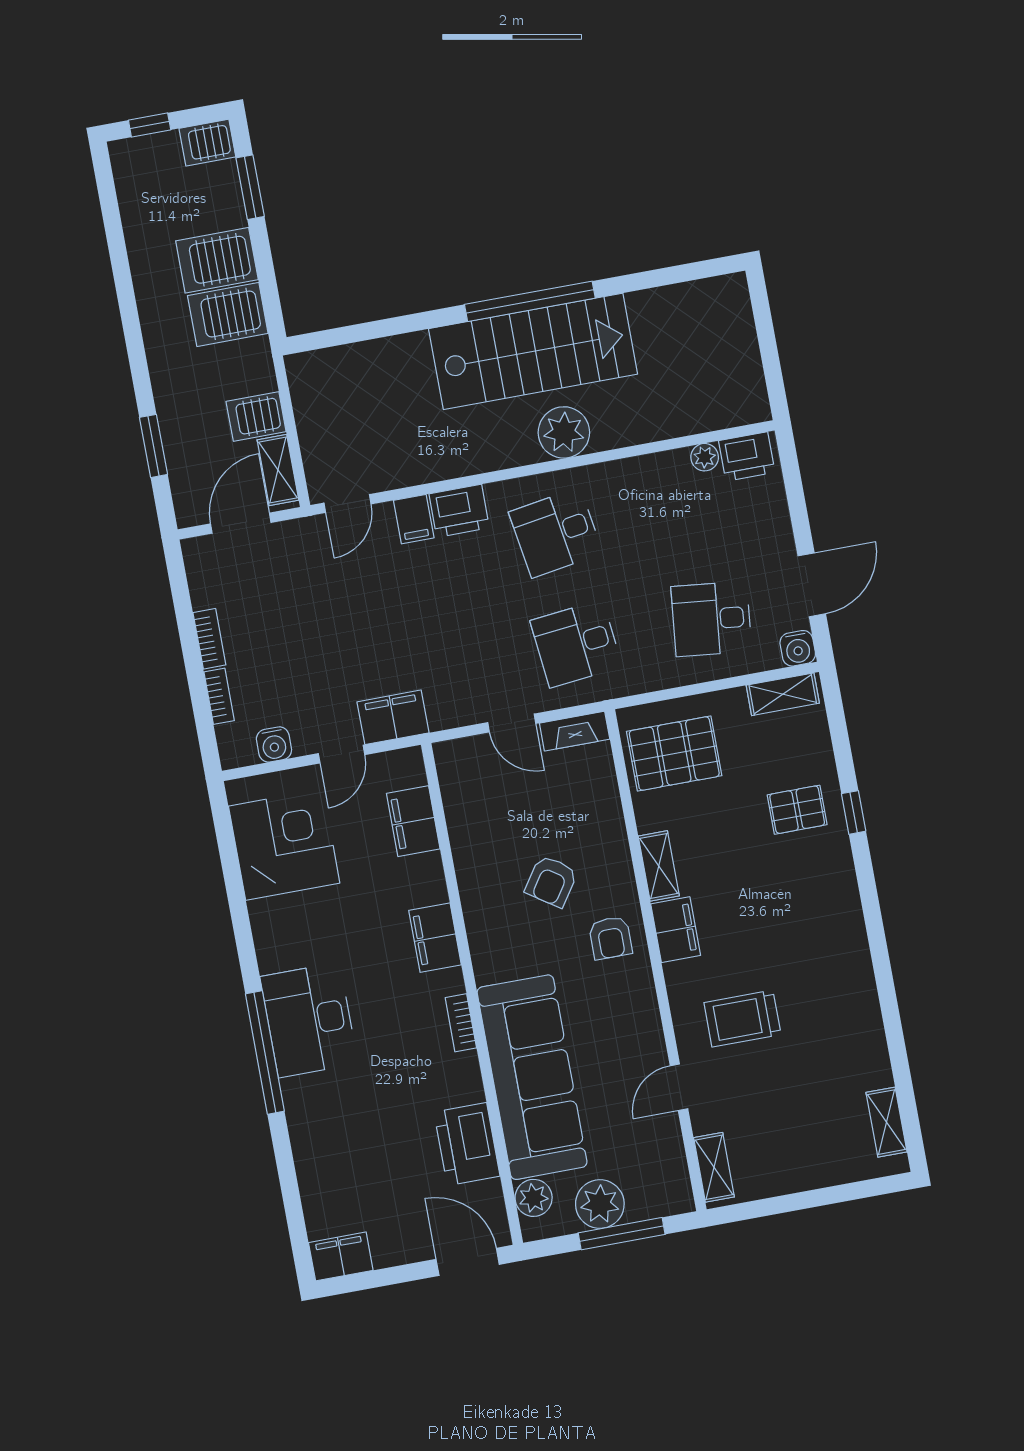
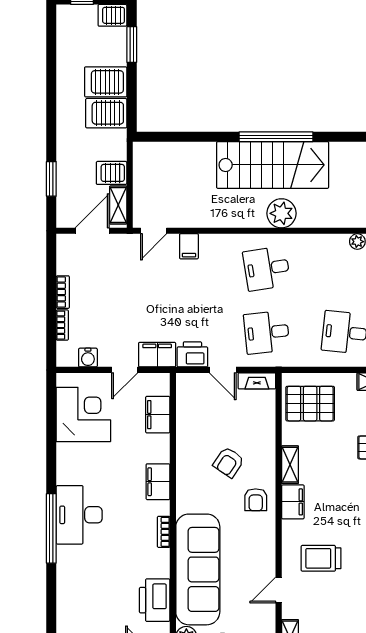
printer: (459, 511) -> (192, 354), moved, turned 180

